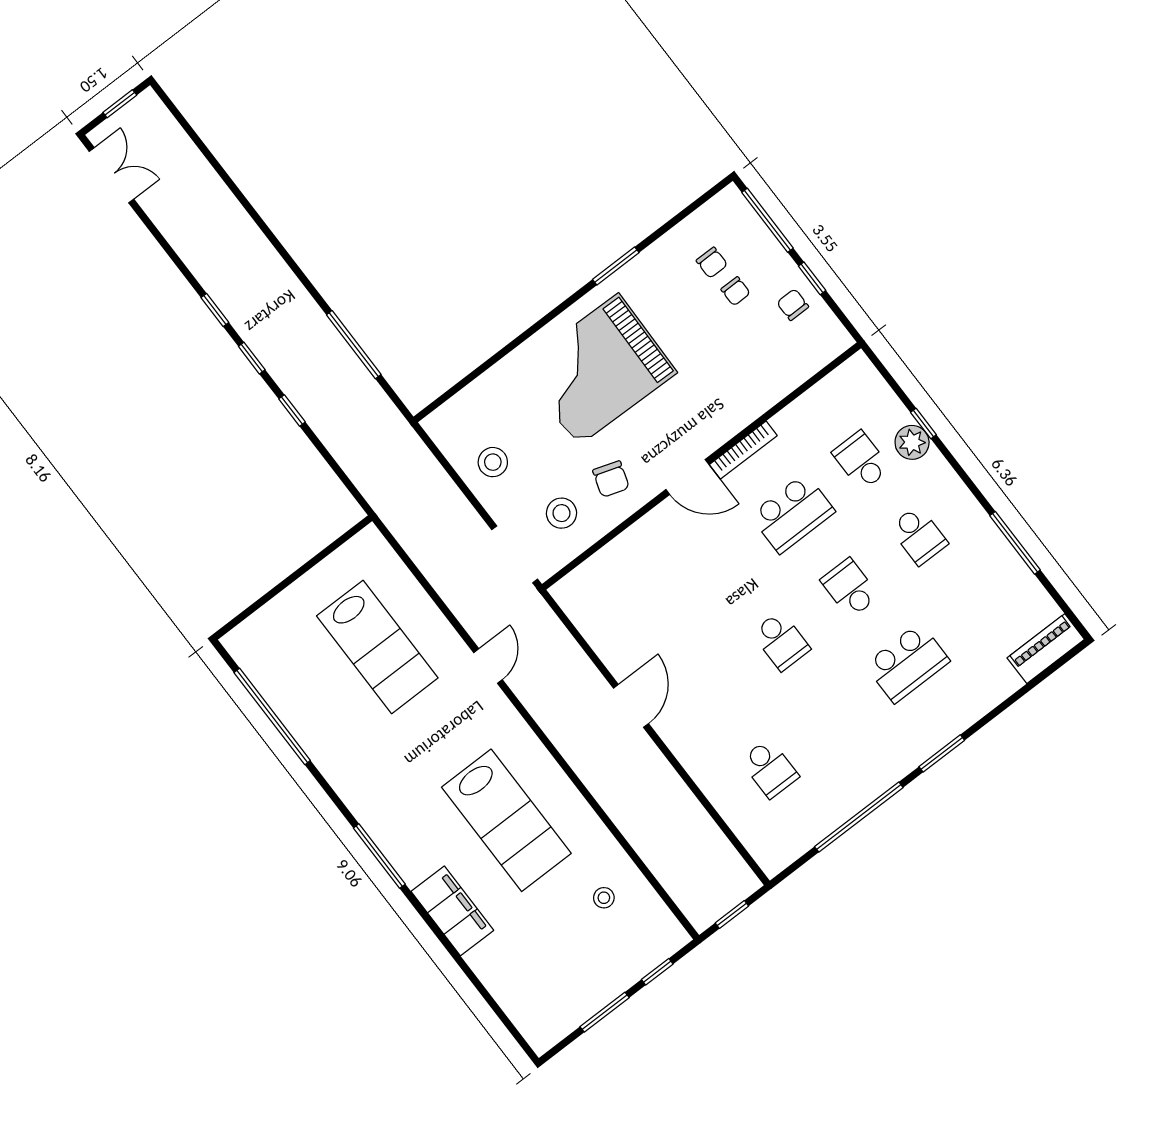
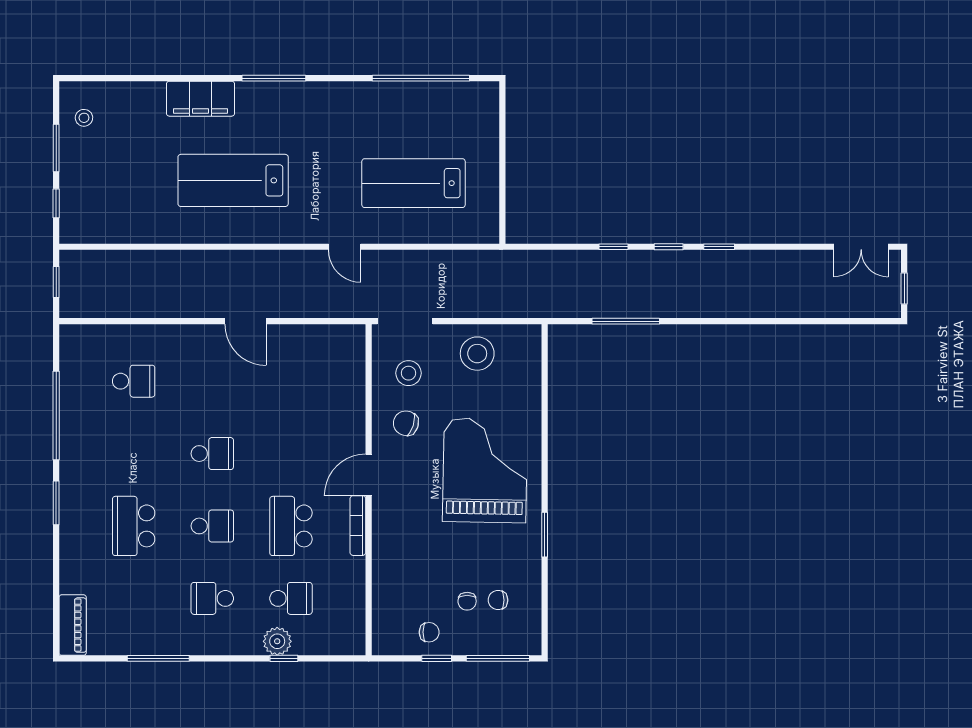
chair: (736, 291) -> (467, 601), turned -90
stool: (493, 462) -> (477, 354), width x1.38, depth x1.38
school desk: (781, 641) -> (212, 454), turned 180
school desk: (770, 768) -> (134, 381), turned 180
stool: (604, 898) -> (84, 118), moved

